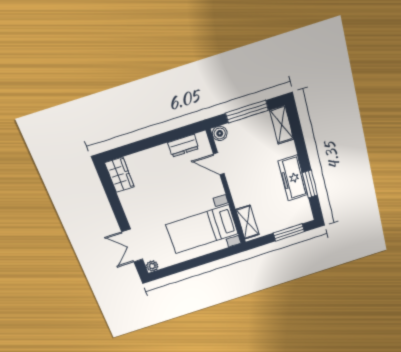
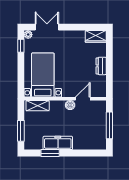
shelving: (282, 125) -> (95, 145), removed
boiler: (220, 133) -> (70, 105), moved
dresser: (183, 146) -> (101, 66), moved
window: (171, 270) -> (21, 46), added

